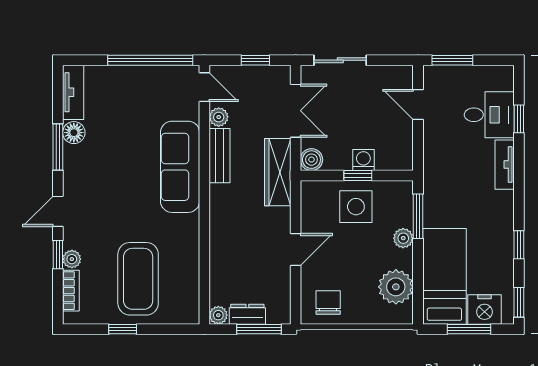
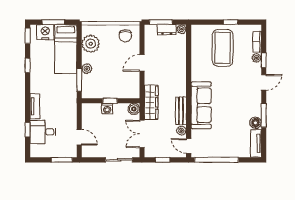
side table: (356, 207) -> (111, 85), removed

